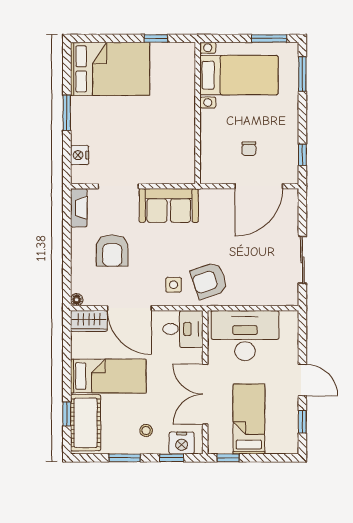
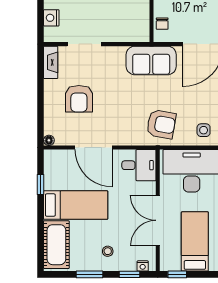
chair: (249, 149) -> (162, 24), moved
sofa: (169, 205) -> (151, 60), moved
armchair: (209, 281) -> (161, 124), turned -151
side table: (174, 285) -> (204, 130), moved
wardrobe: (89, 321) -> (59, 158), removed
window: (67, 414) -> (40, 184), moved
nightstand: (182, 443) -> (143, 266), width x0.53, depth x0.56

